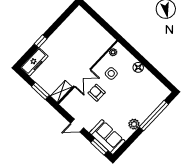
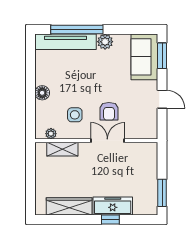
wardrobe: (67, 27) -> (69, 206), added
freezer: (34, 62) -> (113, 206), moved
window: (40, 91) -> (162, 193), moved
shelving: (61, 91) -> (62, 149), moved
tv unit: (153, 104) -> (66, 42), added

